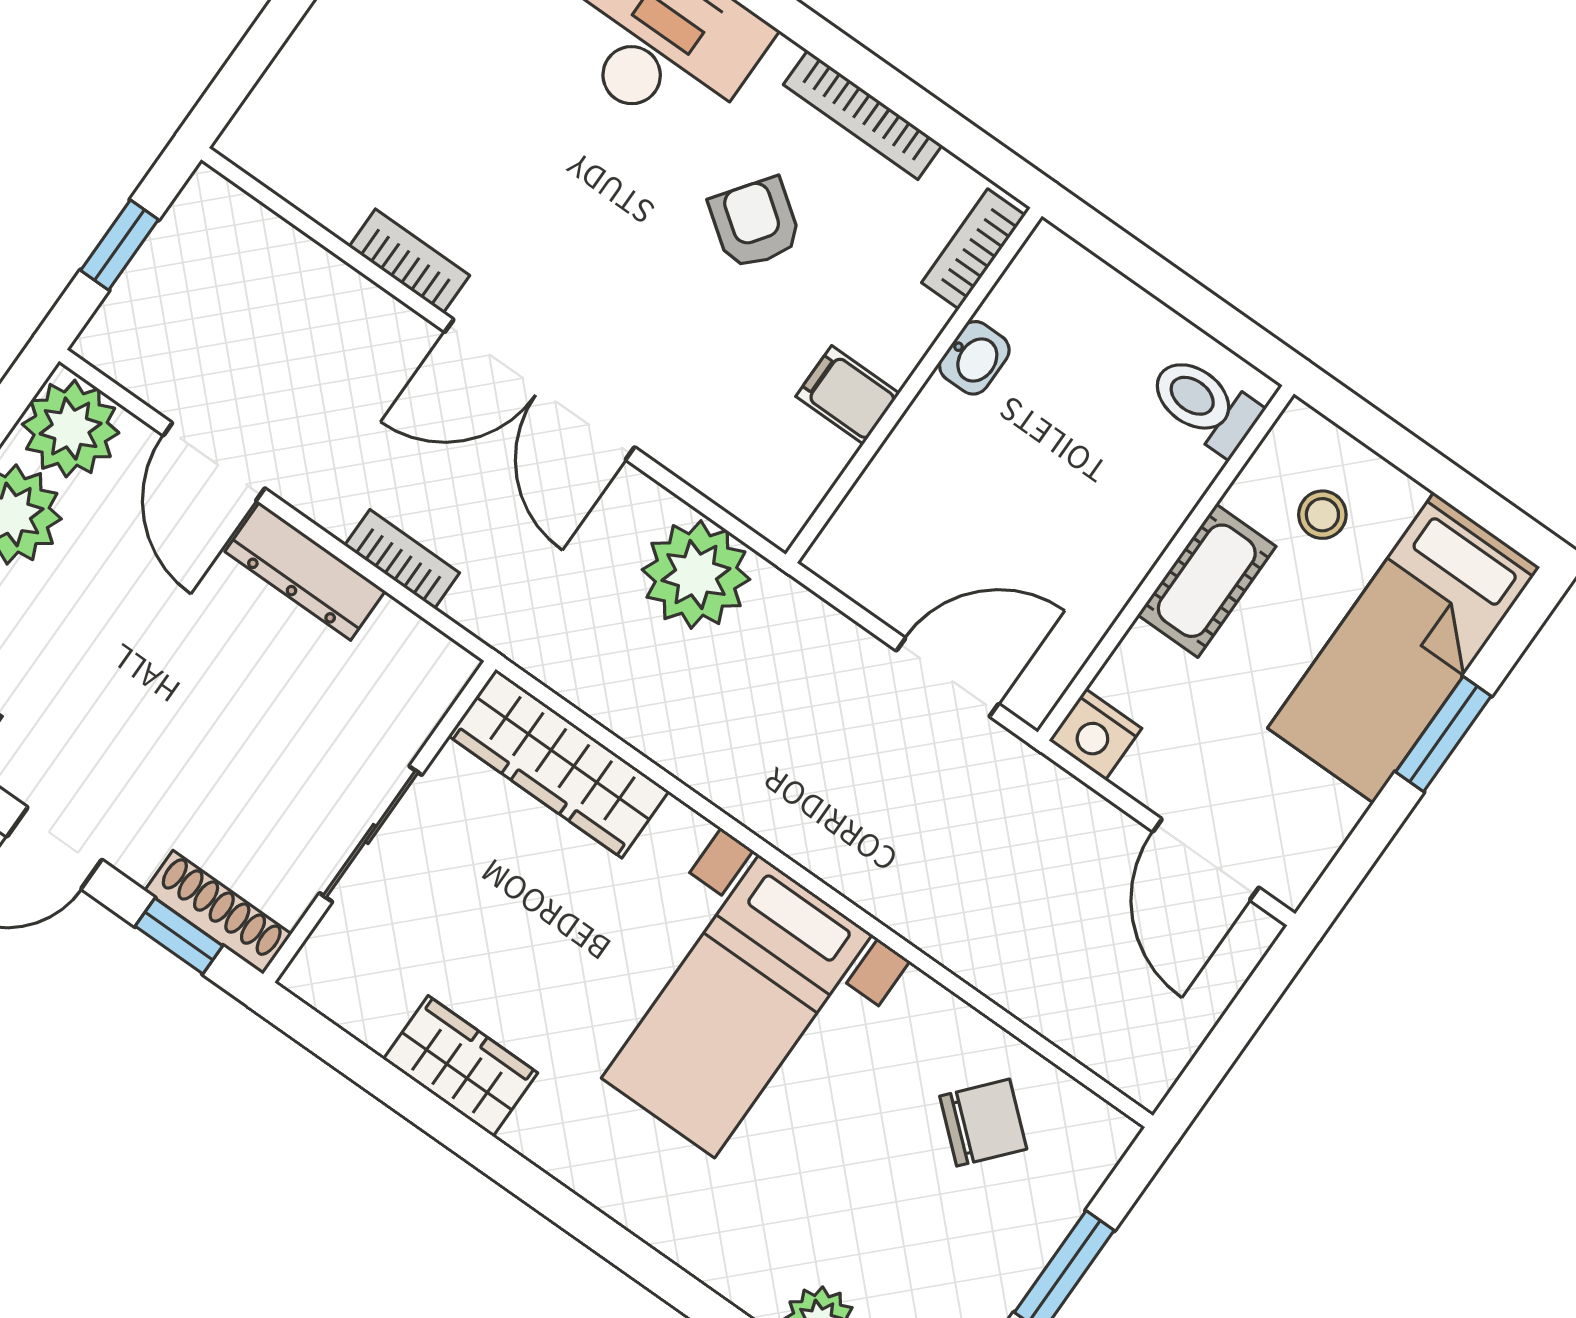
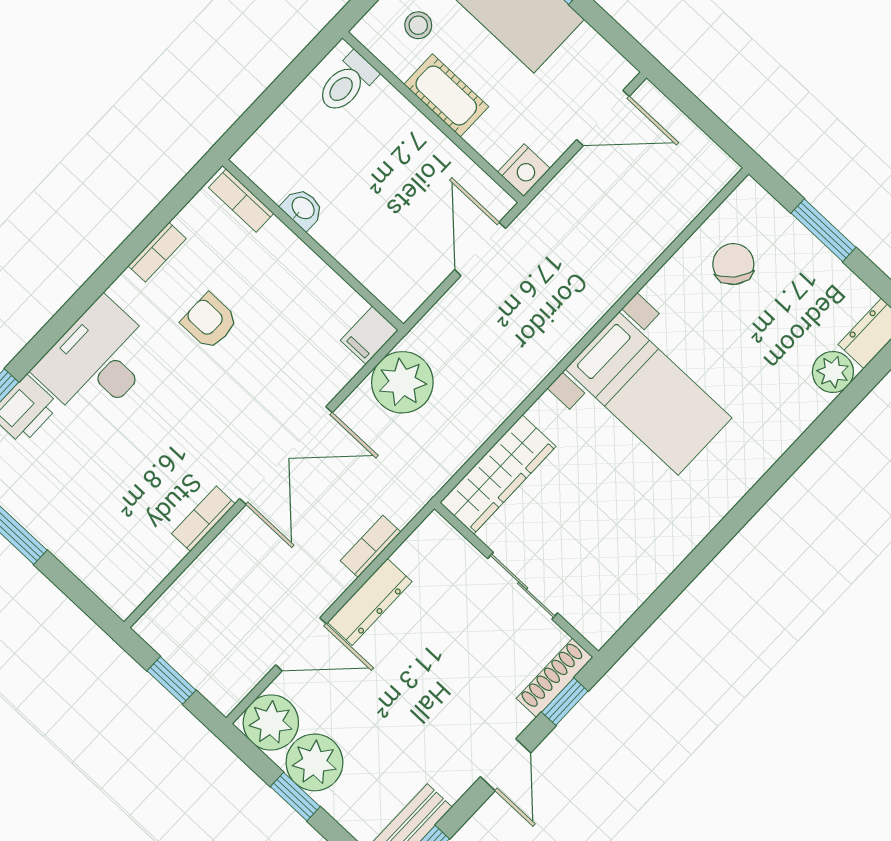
bookcase: (863, 115) -> (157, 252), width x0.64
armchair: (755, 223) -> (209, 321), turned 54
filing cabinet: (848, 395) -> (369, 335), moved
wardrobe: (460, 1066) -> (660, 554), removed

